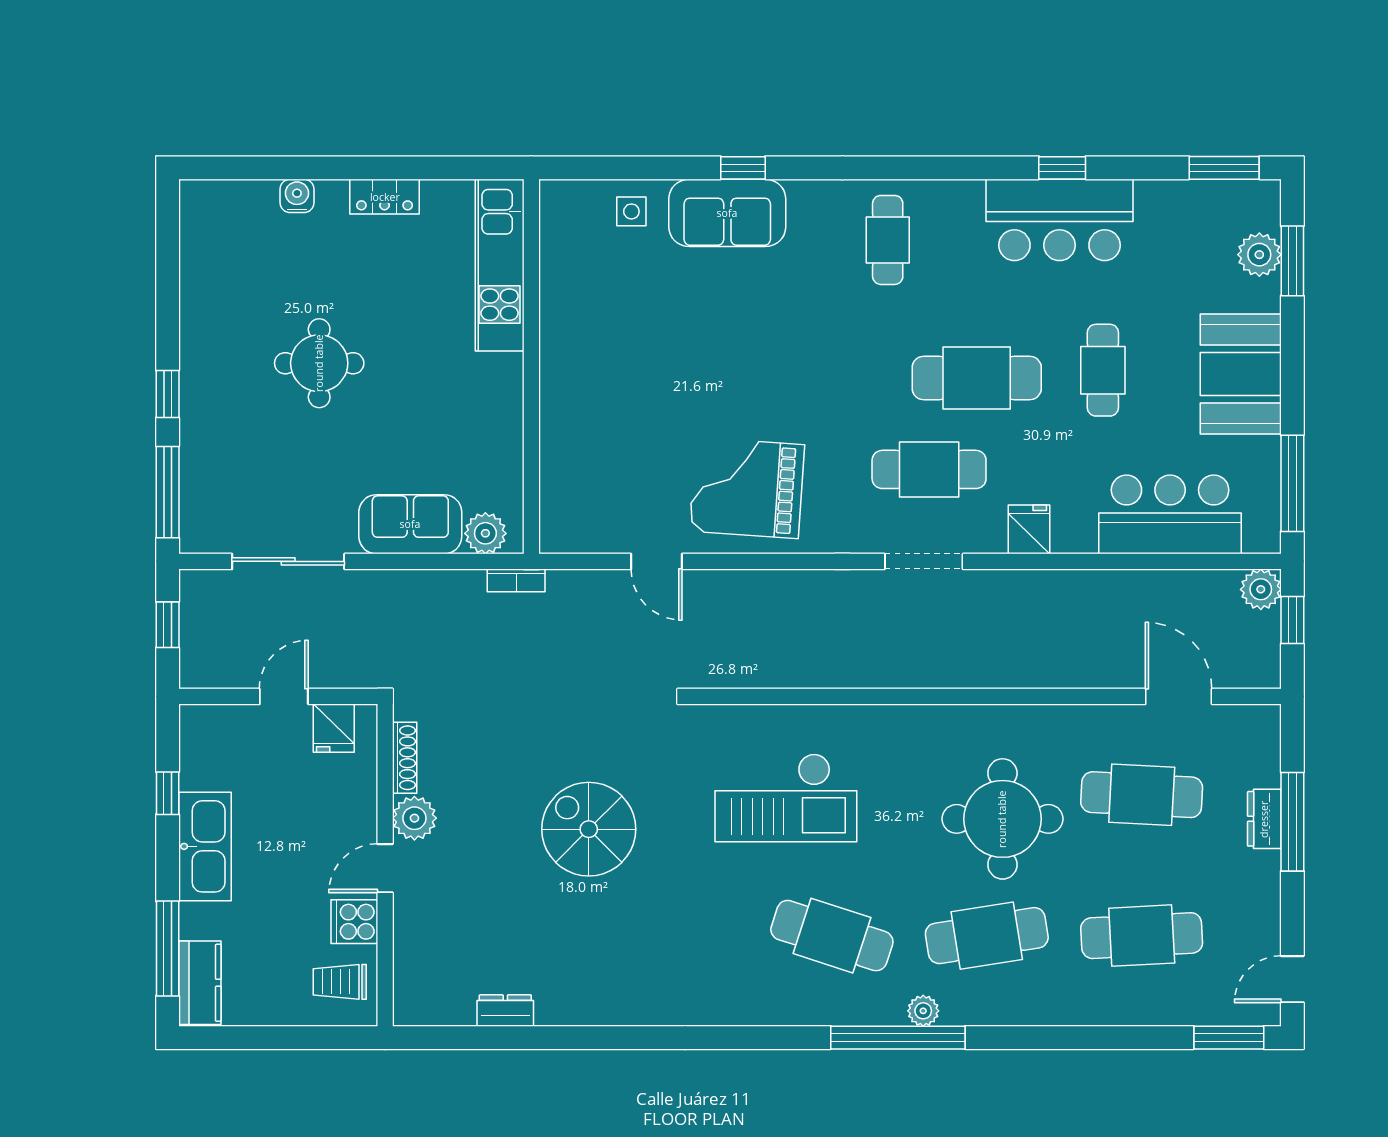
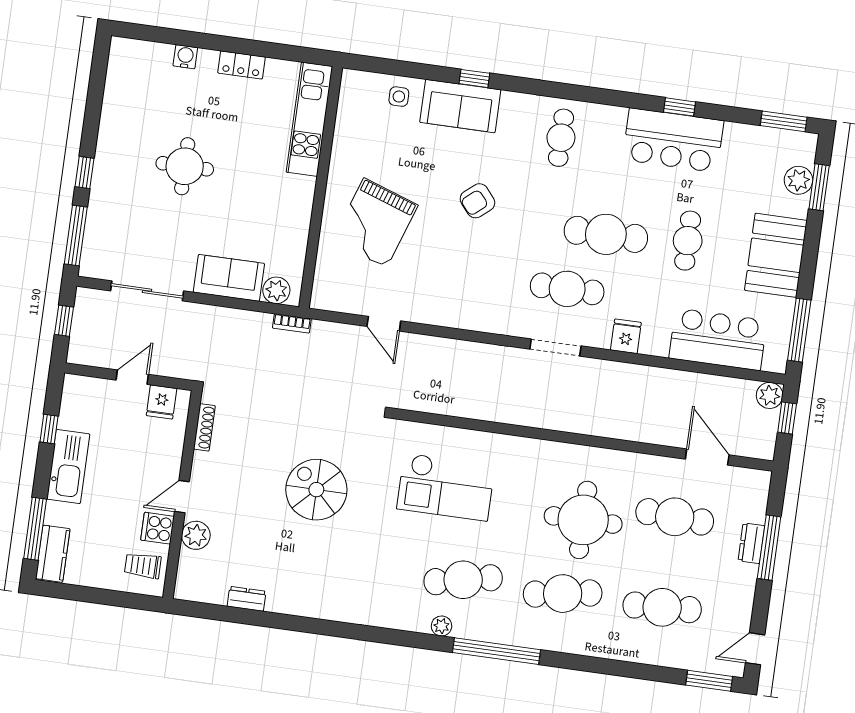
armchair: (774, 354) -> (477, 201), added
grand piano: (747, 488) -> (375, 223), moved, turned -75
plant: (414, 818) -> (196, 535), moved
cafe table: (832, 936) -> (463, 580), turned -30
plant: (923, 1011) -> (442, 626), moved

